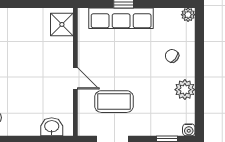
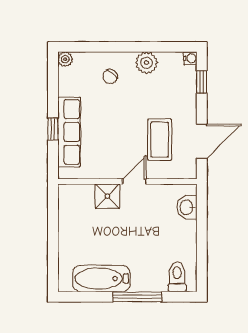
shower: (62, 24) -> (107, 196), moved

